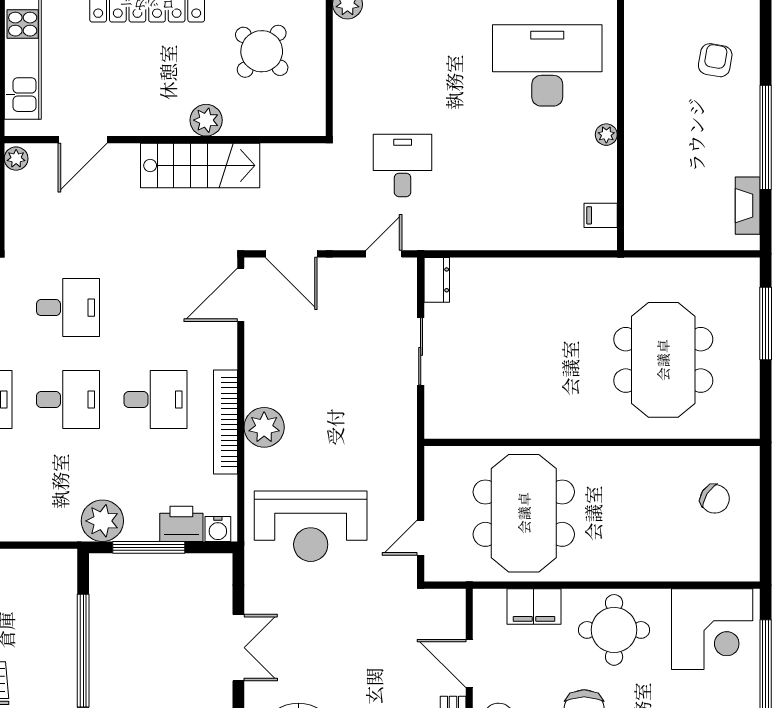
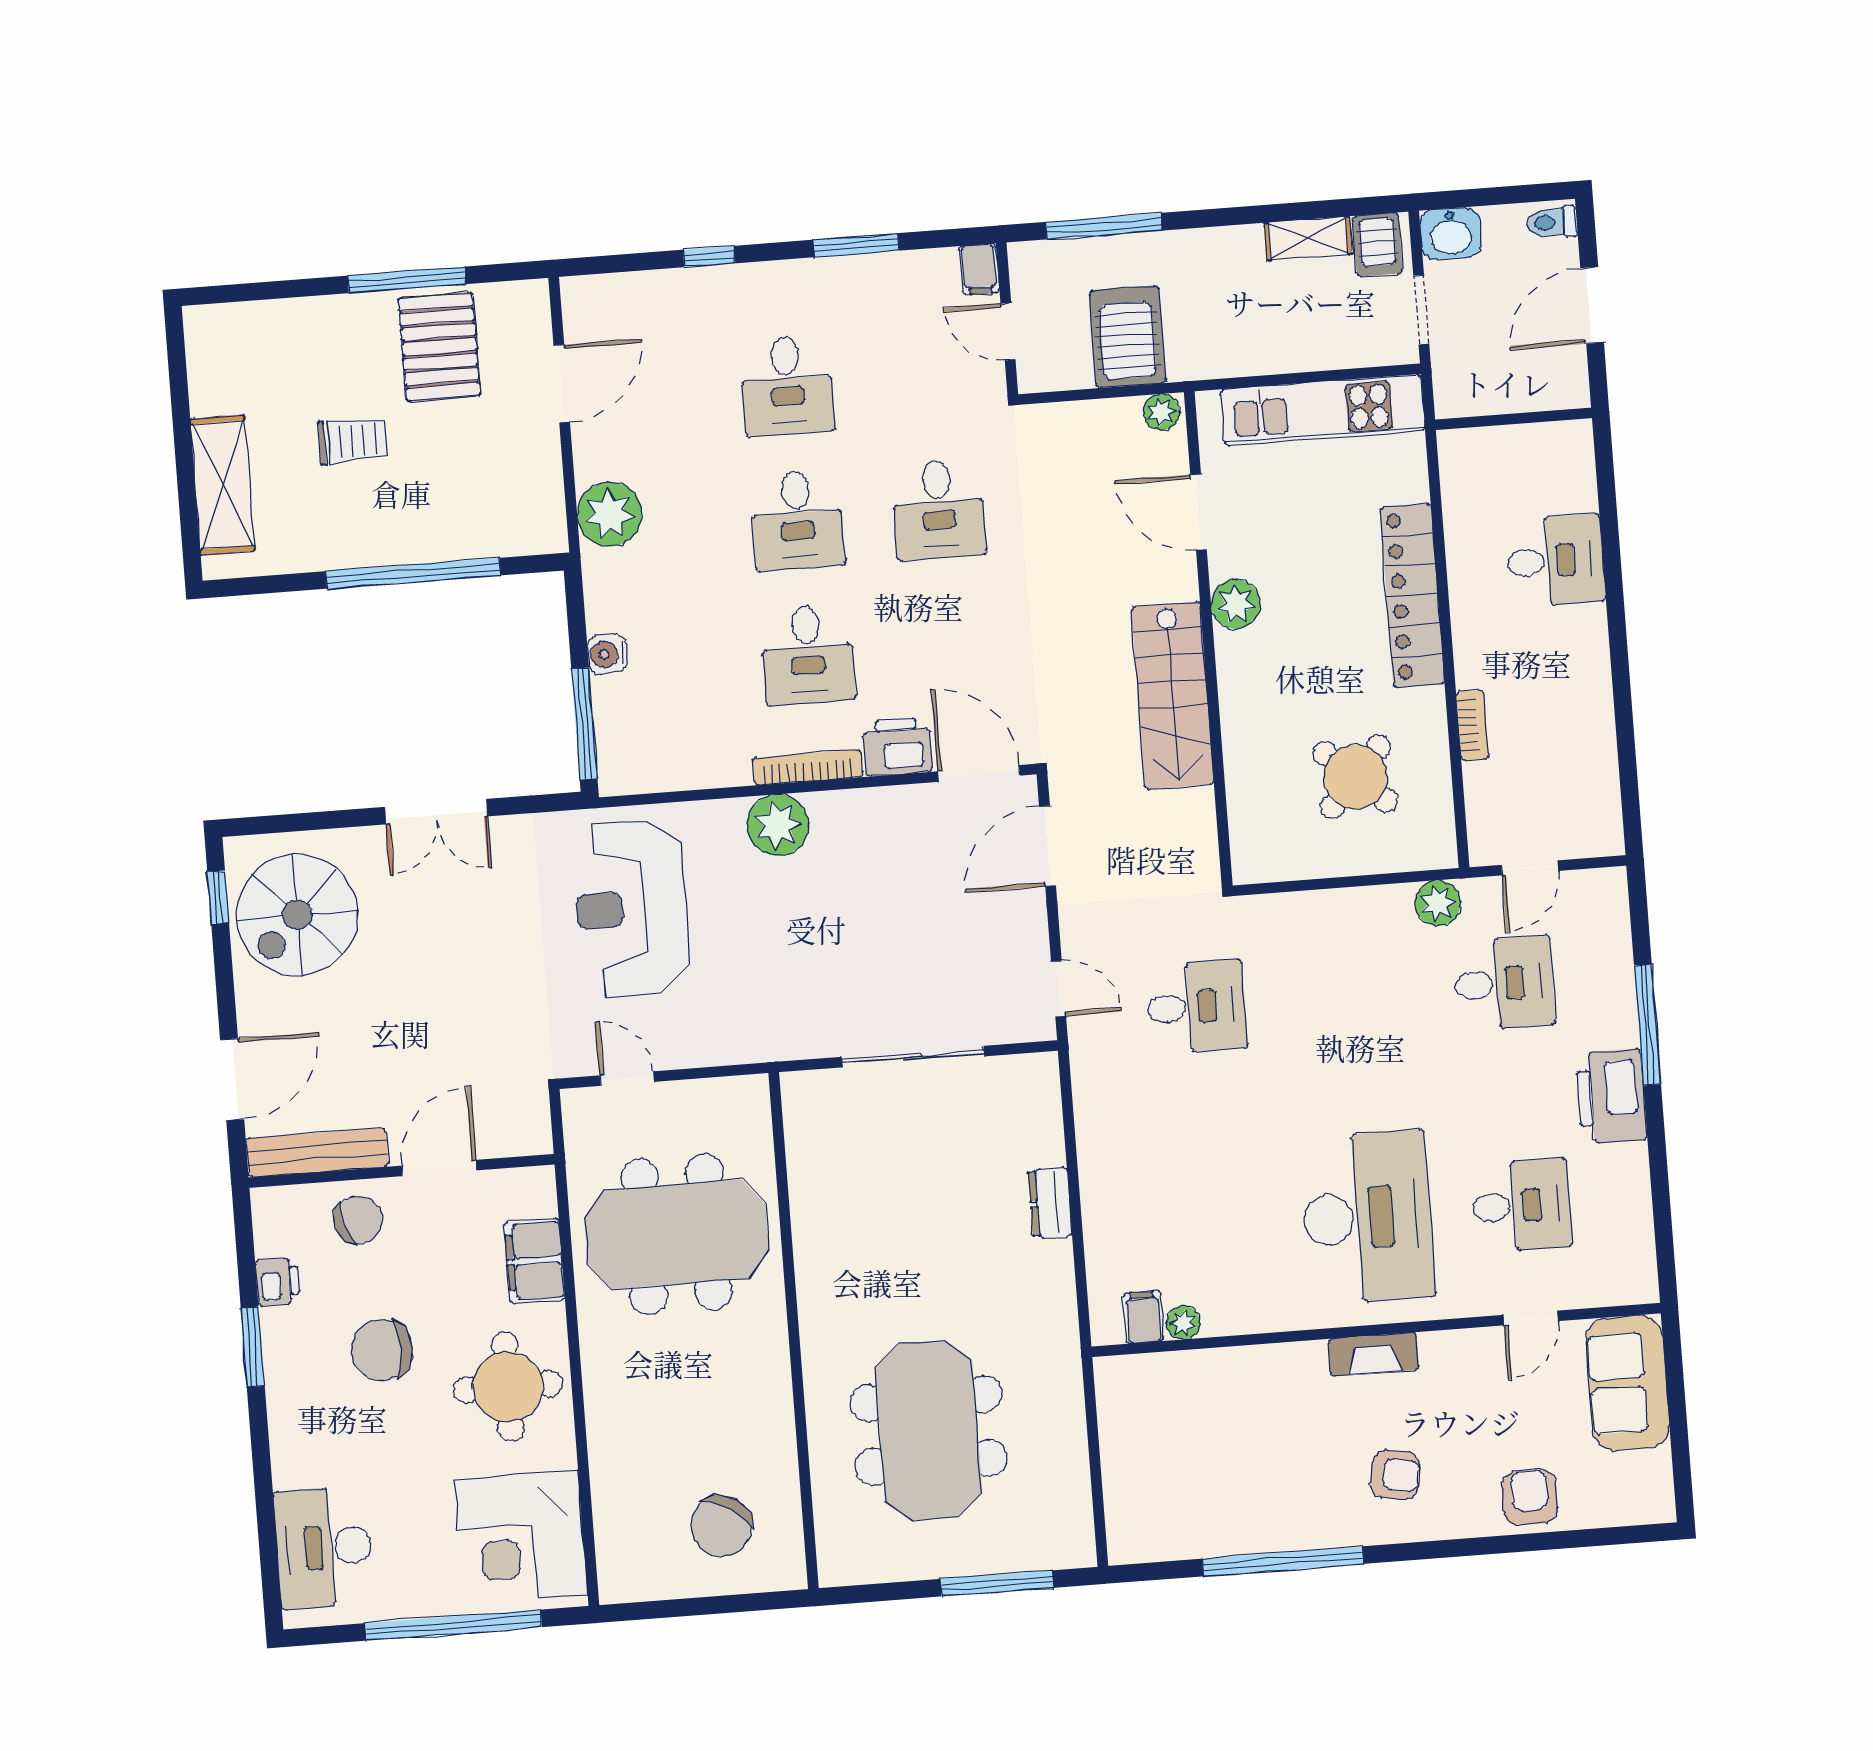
plant: (206, 120) -> (1236, 604), moved
plant: (606, 135) -> (1183, 1323), moved
fireplace: (748, 206) -> (1374, 1354), moved, turned 180
dresser: (437, 280) -> (1050, 1203), moved, turned 90
sliding door: (421, 351) -> (913, 1057), width x1.37
meeting table: (663, 360) -> (929, 1430), turned 90
bookcase: (225, 422) -> (808, 767), width x0.68, depth x0.76
chair: (715, 499) -> (721, 1526), width x1.37, depth x1.37
plant: (102, 521) -> (609, 514), moved
printer: (181, 524) -> (897, 747), moved, turned -90
water cooler: (218, 529) -> (607, 654), moved
window: (149, 547) -> (584, 724), moved

